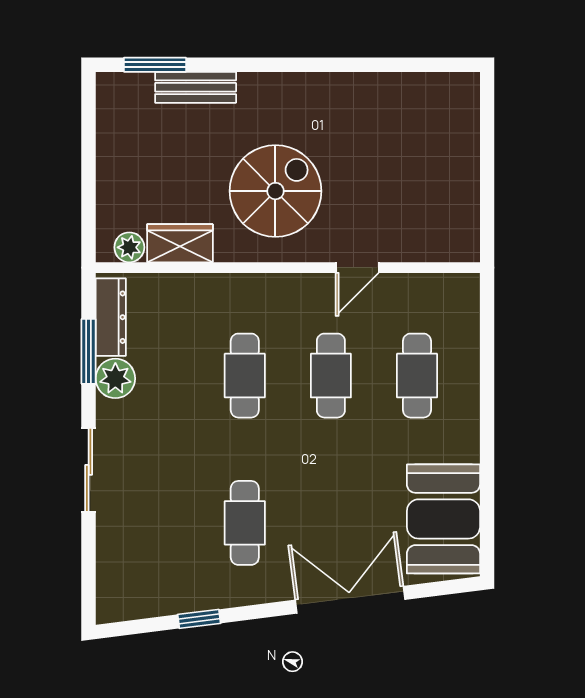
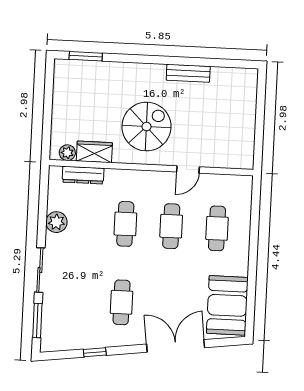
bench: (196, 87) -> (188, 73), moved
dresser: (111, 317) -> (83, 175), moved, turned 90
window: (89, 351) -> (37, 320), moved

